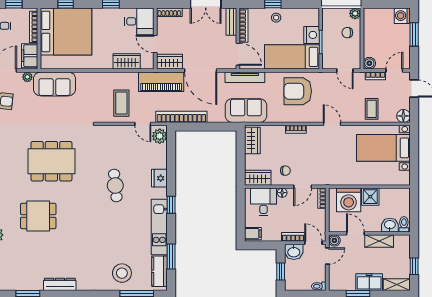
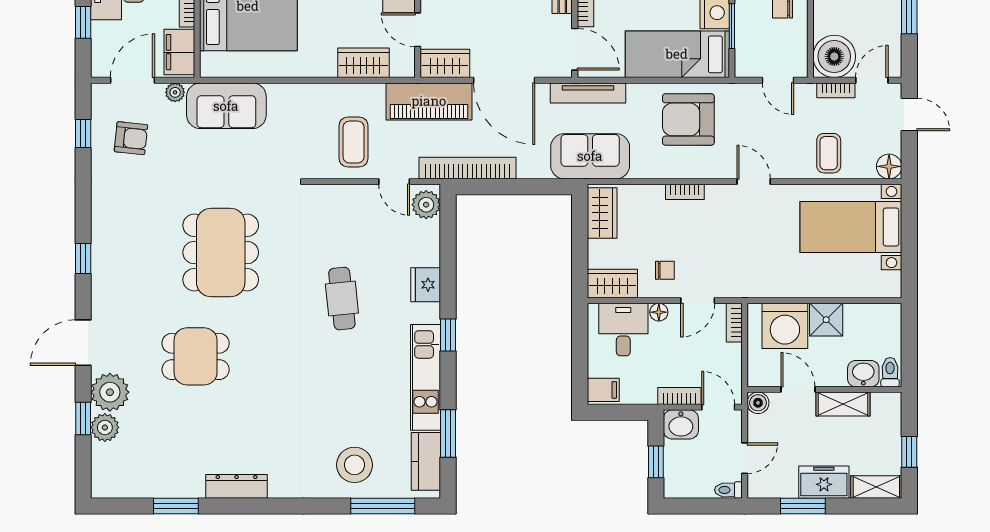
boiler: (369, 63) -> (834, 56), width x1.86, depth x1.86
dining table: (51, 161) -> (221, 253), turned 90
door: (327, 256) -> (745, 458), moved

